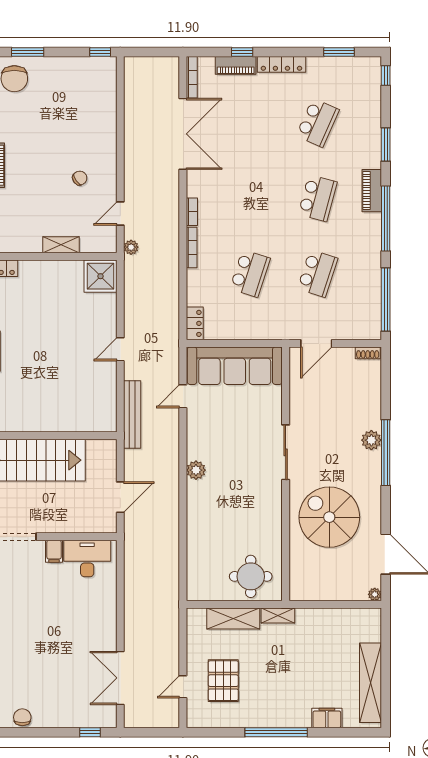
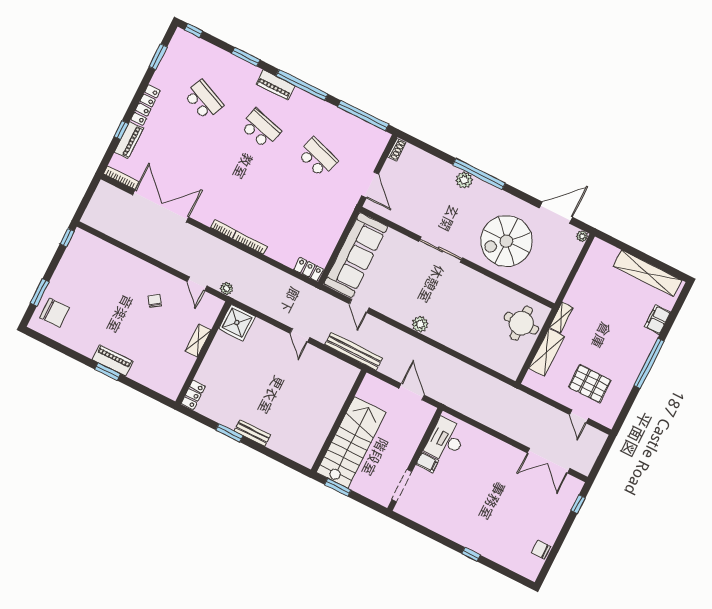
school desk: (250, 273) -> (292, 208), removed

